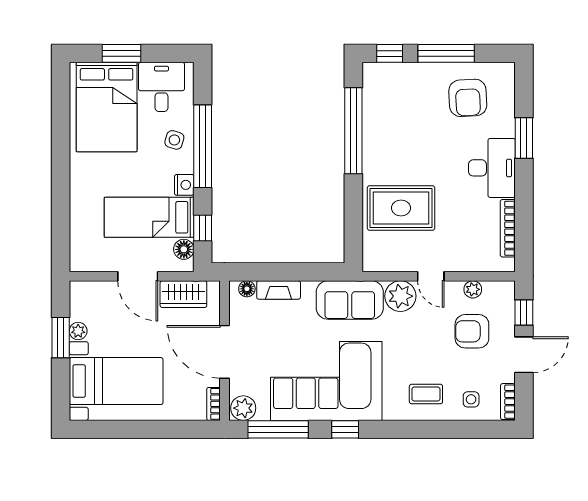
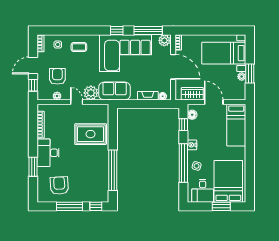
bed: (149, 217) -> (236, 125), moved, turned 90
armchair: (472, 331) -> (57, 76), turned -90

